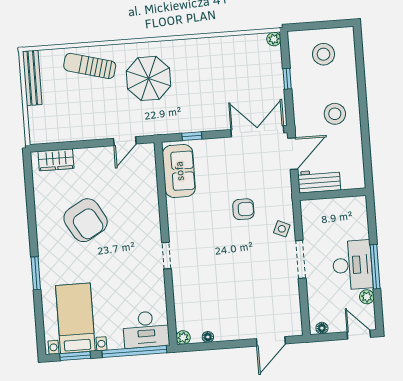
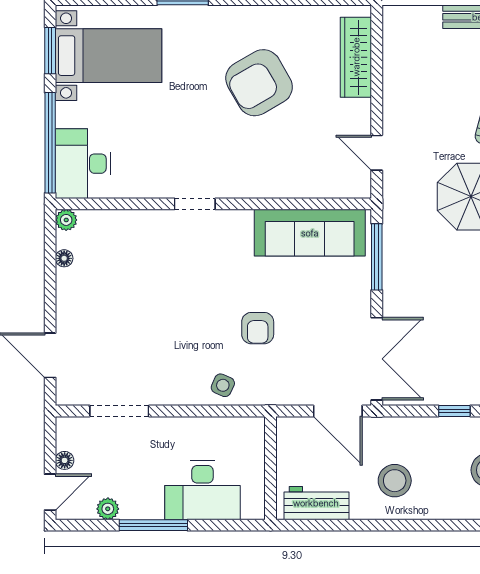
window: (192, 136) -> (377, 257), width x2.17
wardrobe: (56, 160) -> (356, 57), width x1.50
sofa: (179, 171) -> (310, 233), width x1.36
workbench: (319, 181) -> (316, 503), moved, turned -90
doorway: (301, 259) -> (119, 411), moved
desk: (352, 265) -> (202, 490), moved
floor lamp: (322, 328) -> (65, 460), moved

